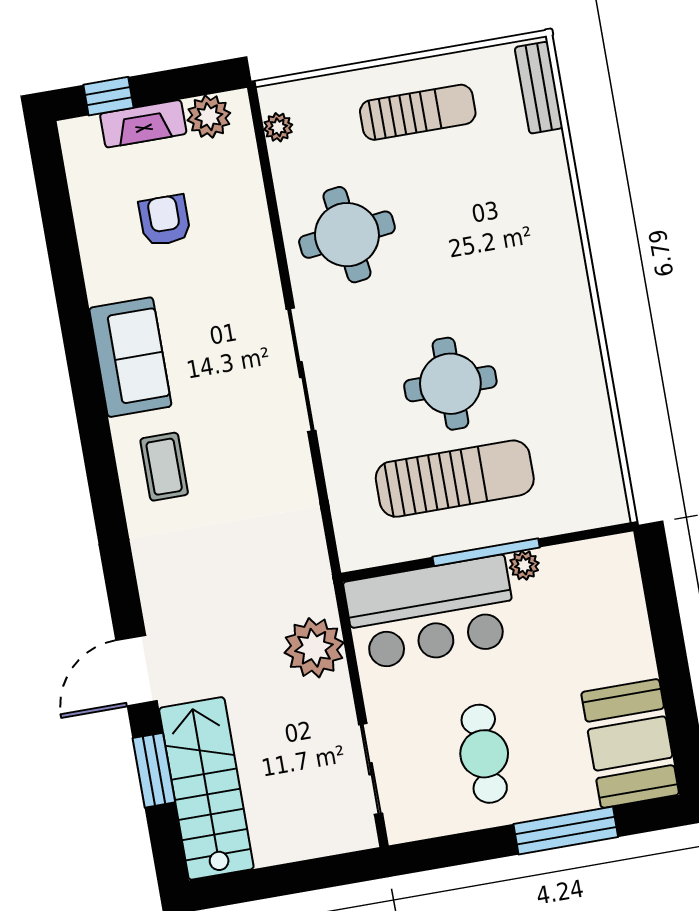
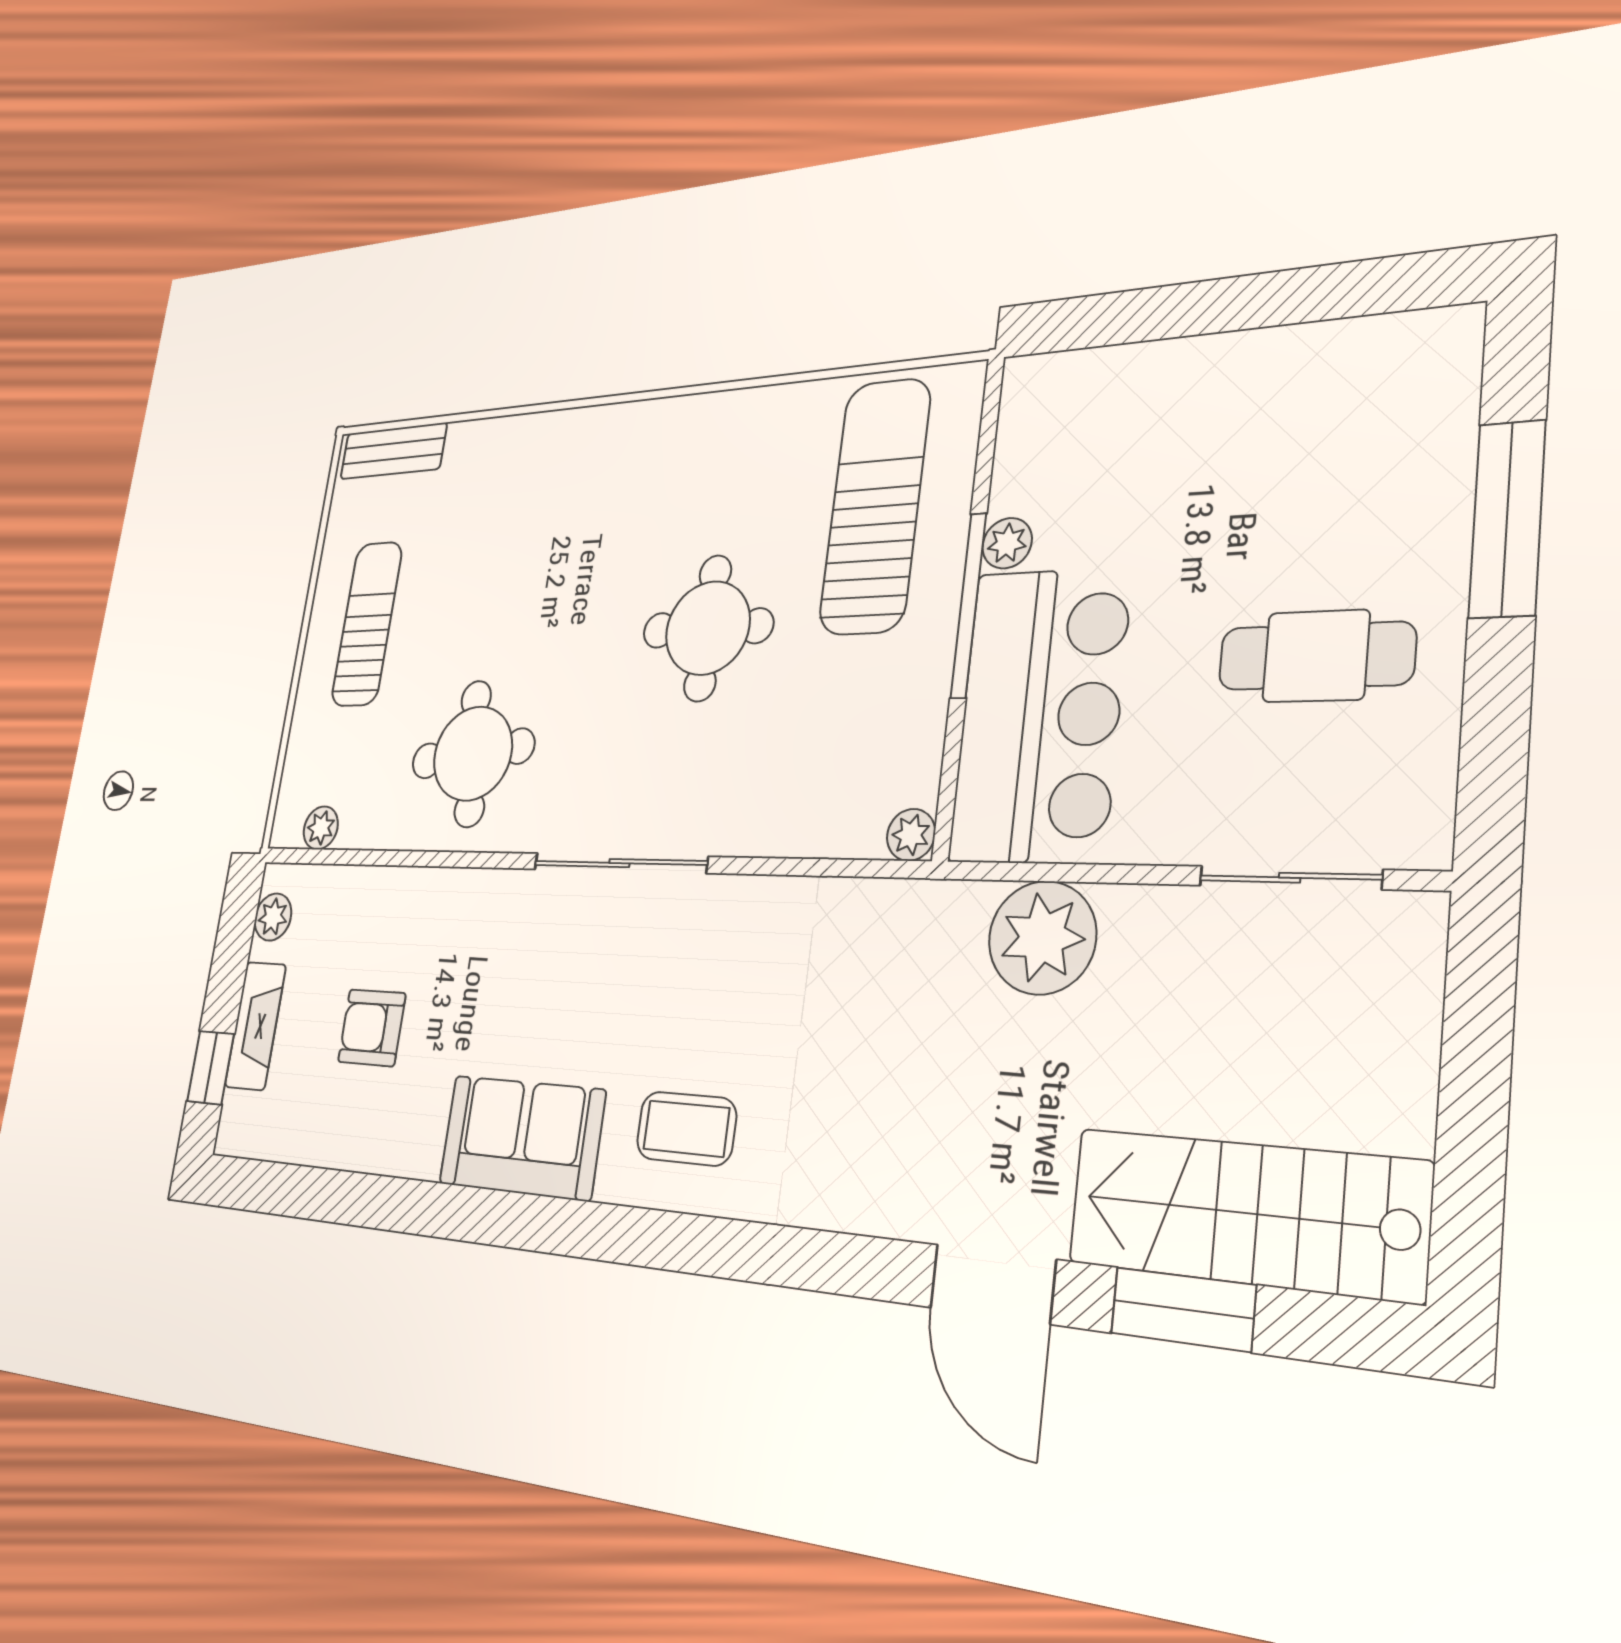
plant: (209, 117) -> (273, 917), width x0.73, depth x0.73
sun lounger: (455, 479) -> (875, 506), moved
plant: (353, 556) -> (911, 835), added
booth: (630, 743) -> (1365, 385), removed

